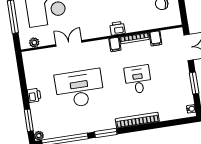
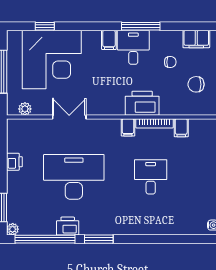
printer: (117, 28) -> (142, 103), width x1.87, depth x1.48
printer: (34, 95) -> (14, 162), moved
bookcase: (137, 120) -> (142, 229), removed
printer: (81, 127) -> (68, 226), added

